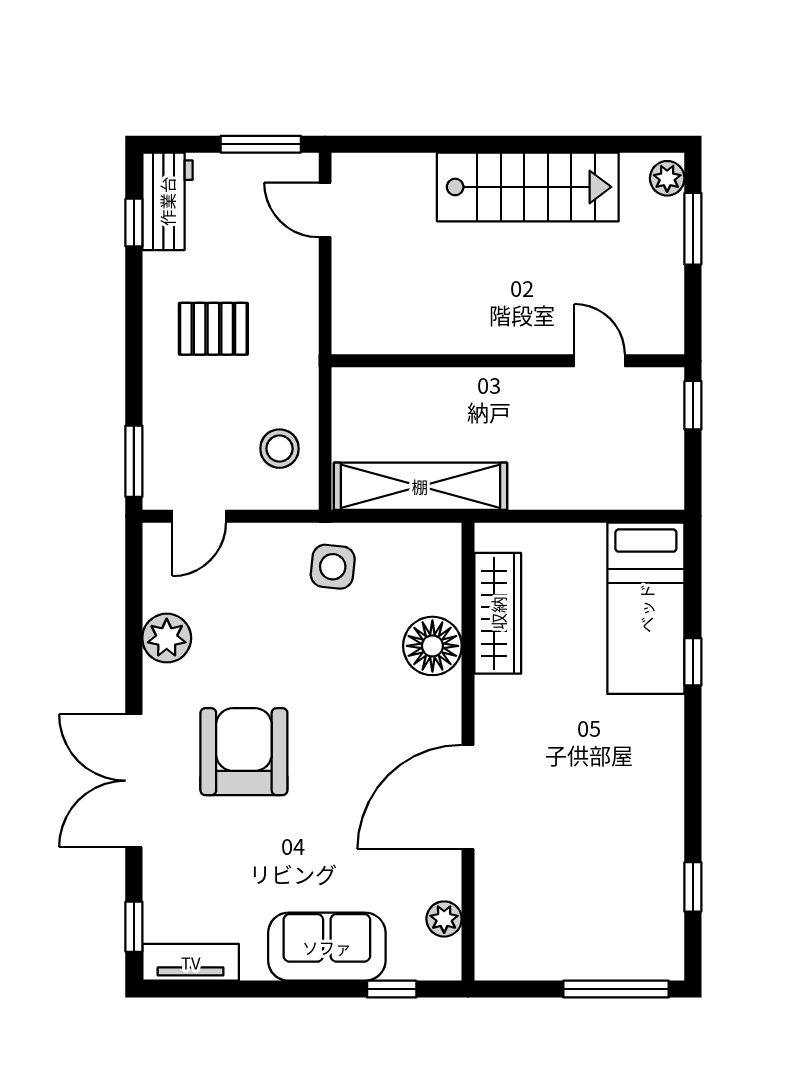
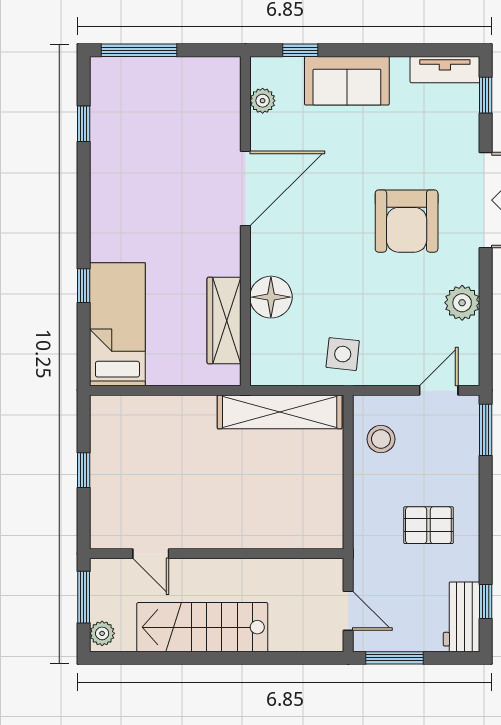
wall: (508, 361) -> (217, 554), moved
door: (600, 361) -> (151, 554), moved

